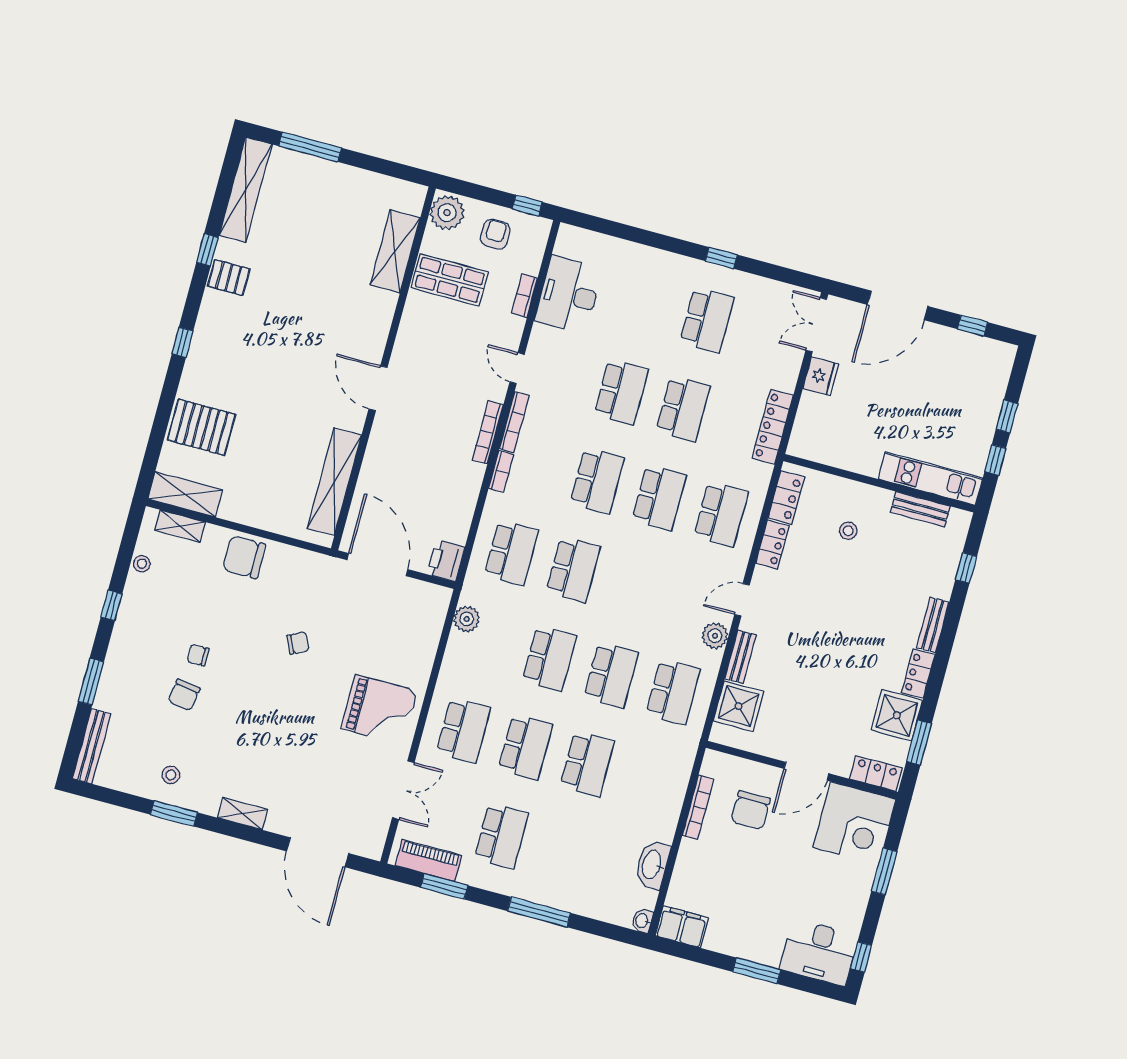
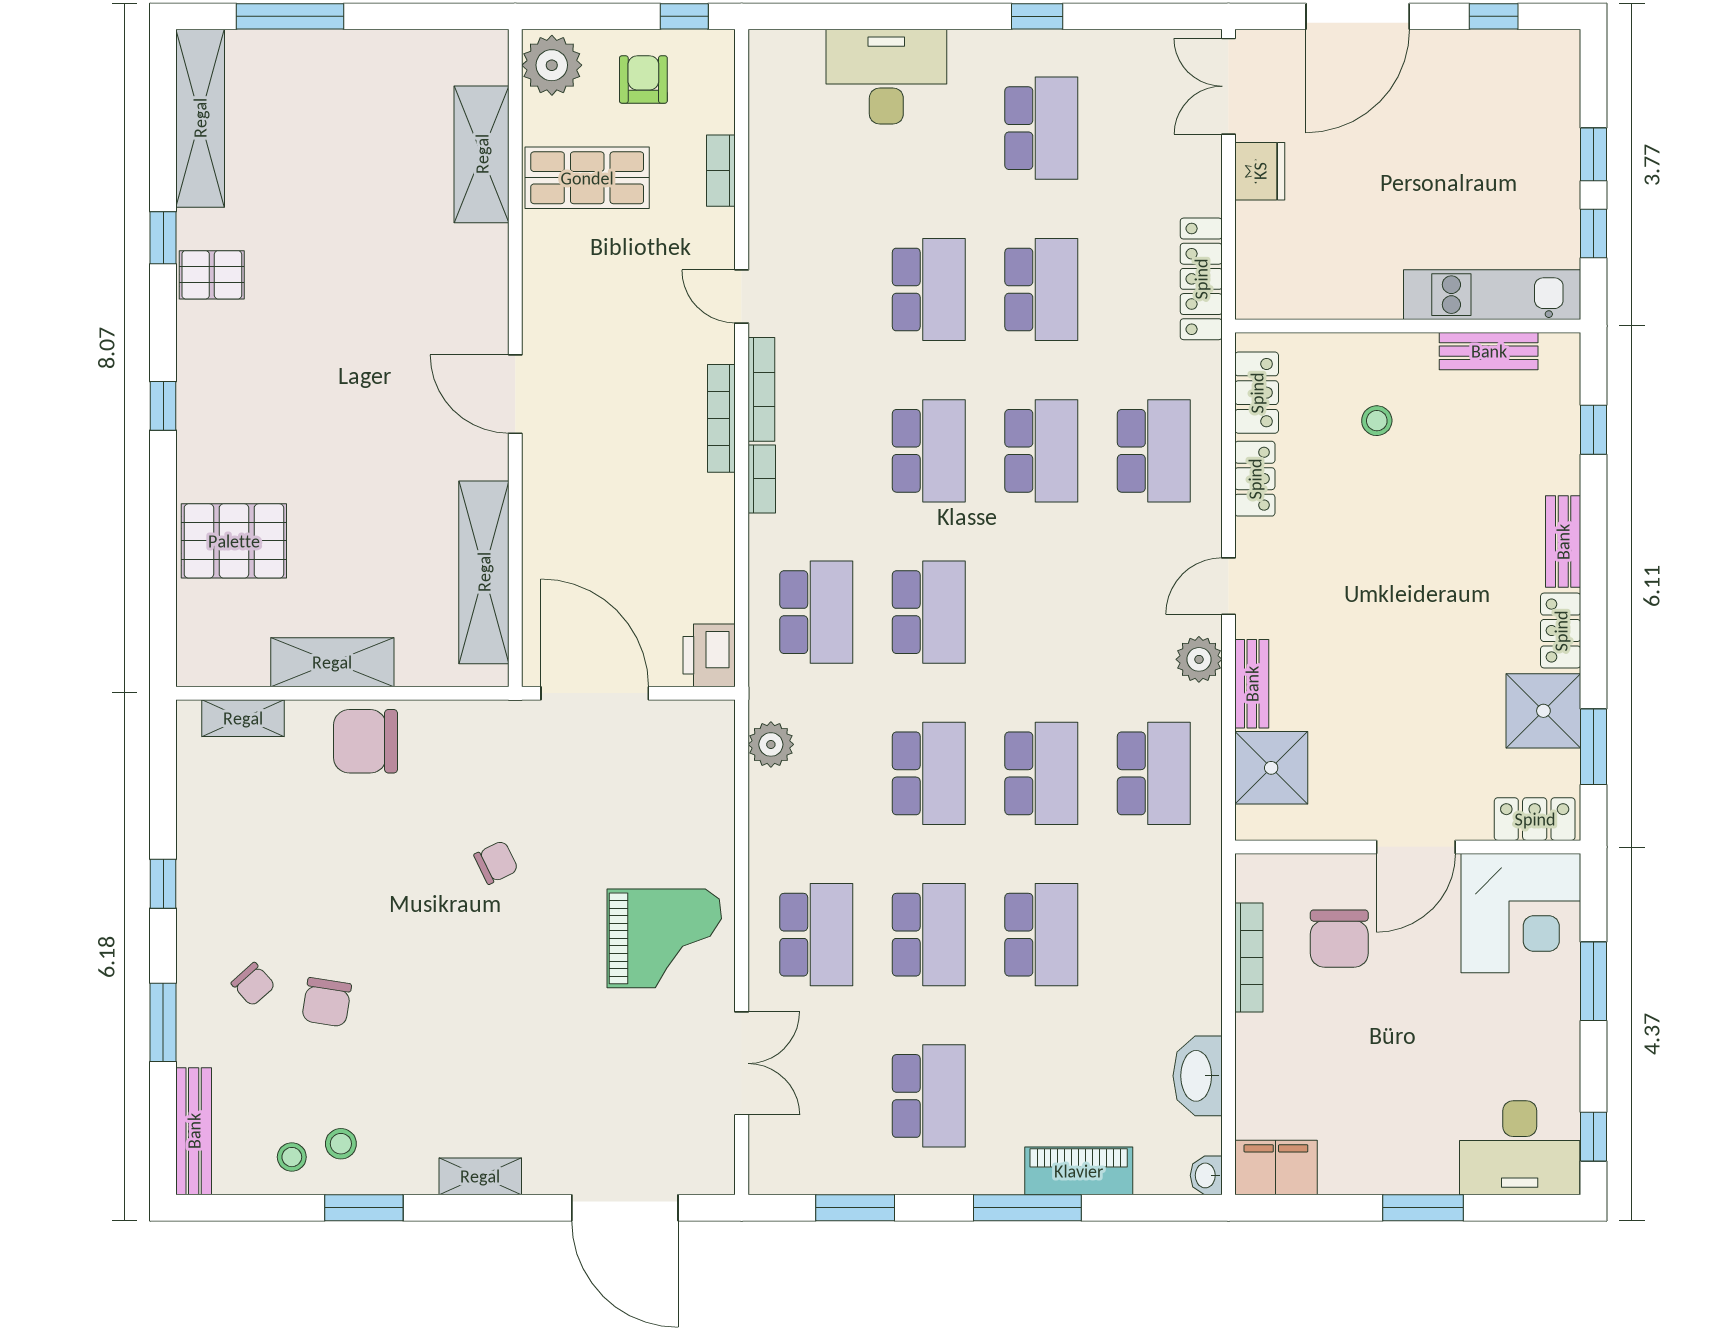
desk: (569, 295) -> (886, 77), moved, turned 90
shelving: (185, 494) -> (332, 662), moved
stool: (142, 564) -> (292, 1157), moved
chair: (198, 655) -> (253, 984), moved, turned -132
piano: (429, 860) -> (1079, 1171), moved

